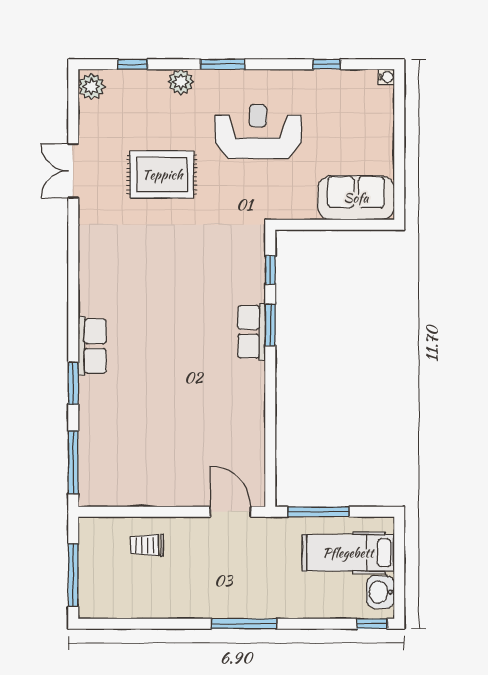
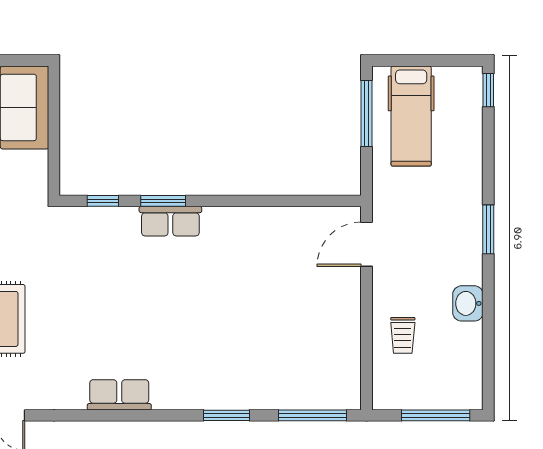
row of seats: (92, 346) -> (119, 395), moved
window: (318, 512) -> (366, 114), moved
washbasin: (380, 592) -> (468, 303), moved, turned 90
window: (244, 624) -> (488, 229), width x0.69

